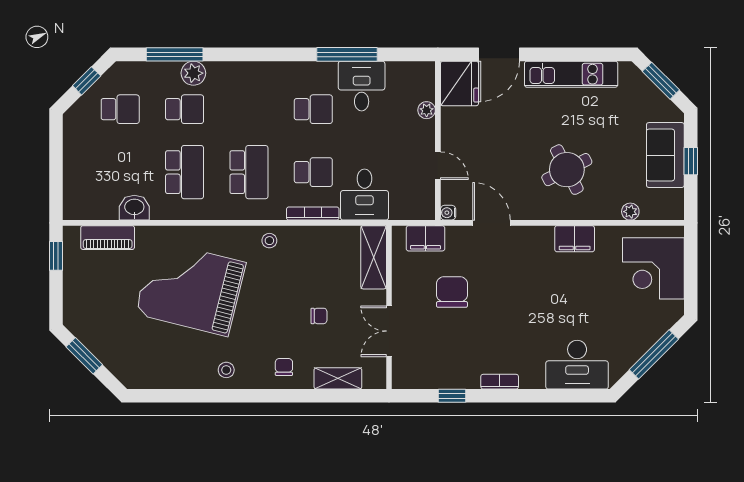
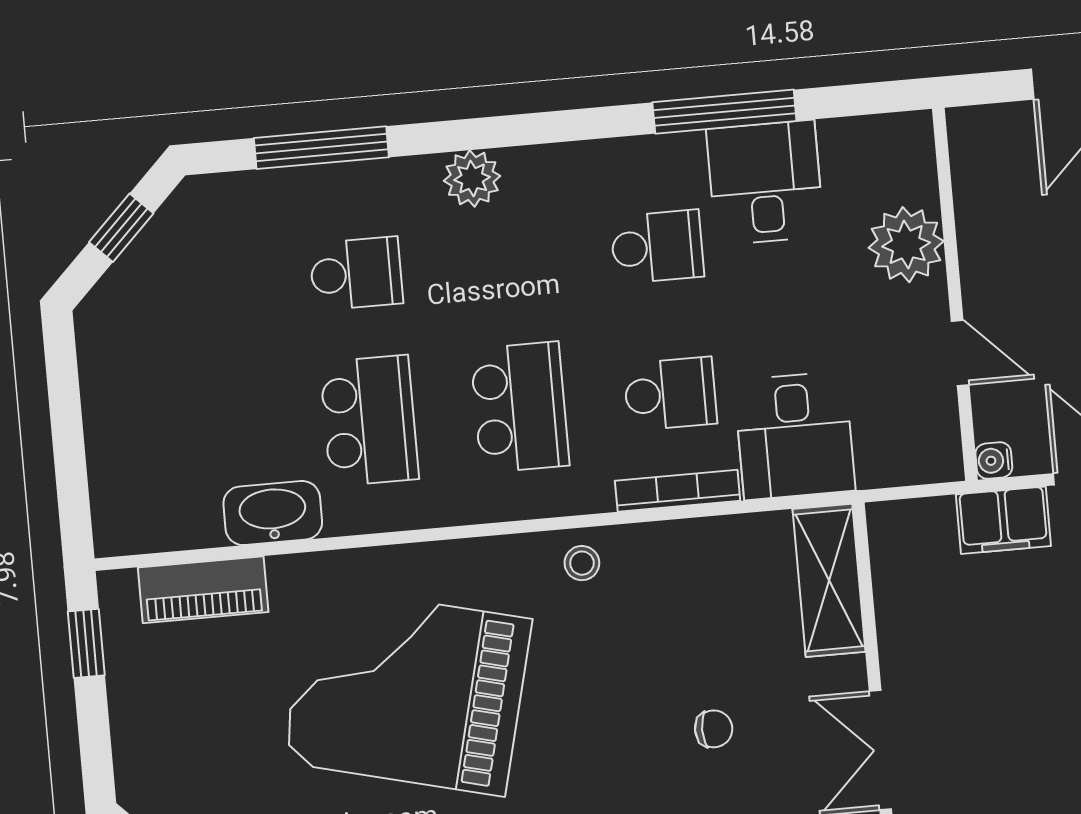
plant: (193, 73) -> (472, 178), moved
fridge: (459, 83) -> (993, 156), removed
school desk: (120, 109) -> (206, 287), removed
plant: (427, 110) -> (906, 245), width x1.88, depth x1.88
washbasin: (134, 208) -> (273, 513), width x1.38
filing cabinet: (425, 238) -> (1003, 520), moved
chair: (452, 292) -> (1019, 645), removed

